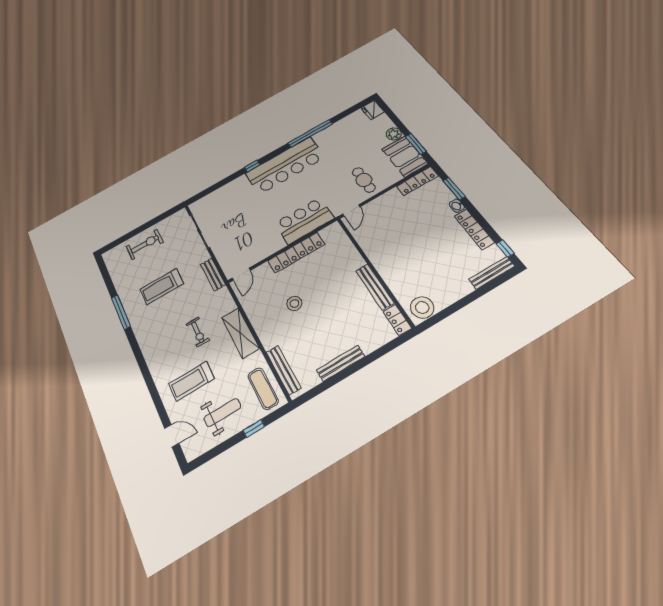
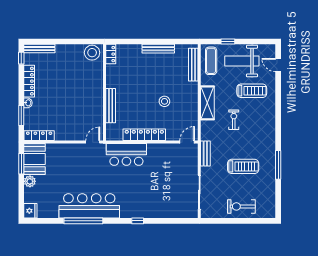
bar counter: (285, 165) -> (89, 206), moved
cafe table: (364, 180) -> (71, 159), removed
bench: (375, 287) -> (111, 106), moved
weight bench: (222, 412) -> (242, 61), width x1.36, depth x1.33

